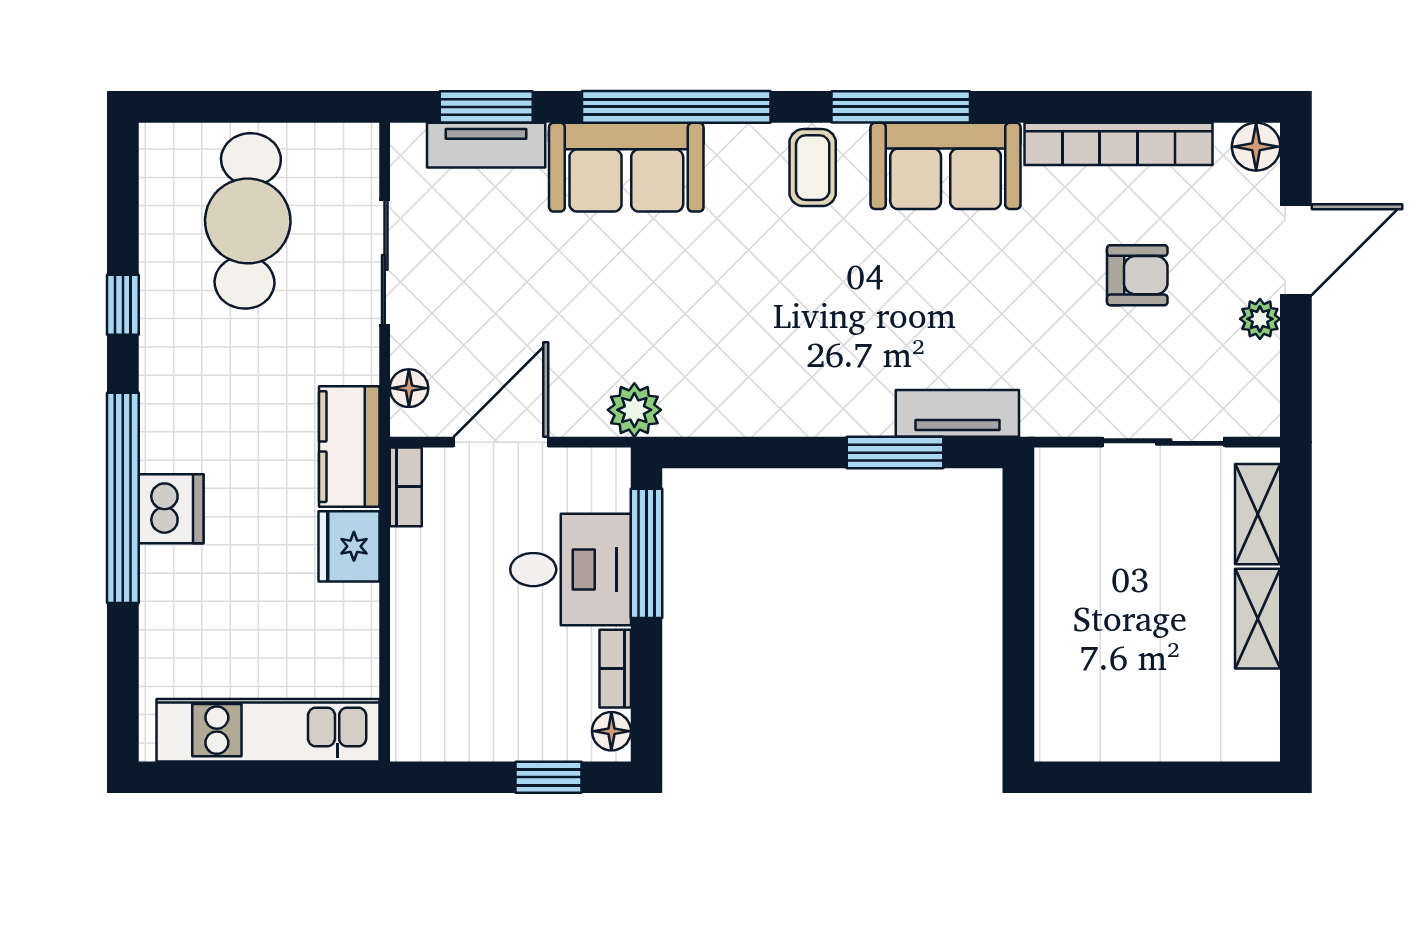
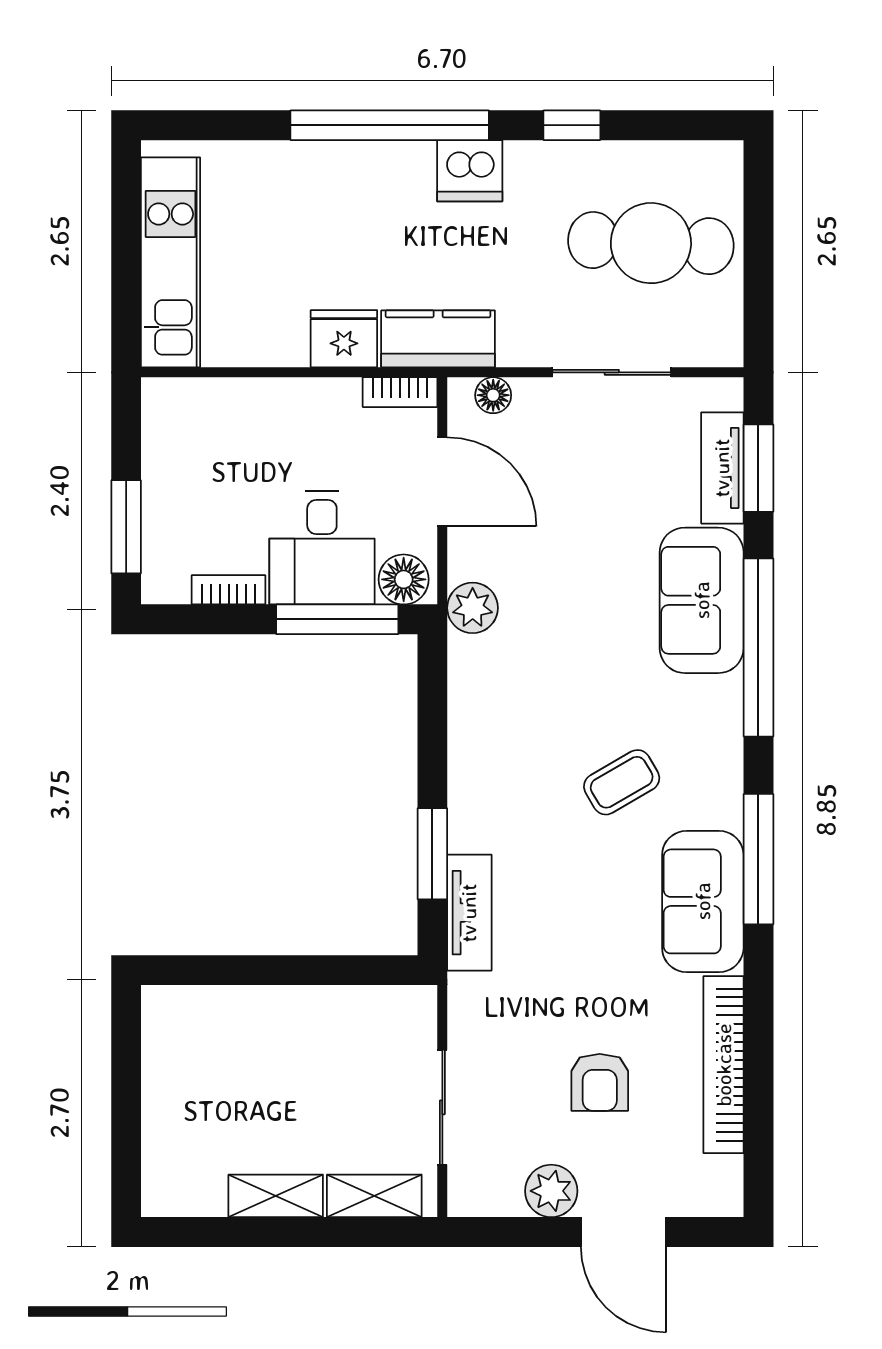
floor lamp: (1256, 147) -> (721, 1194), removed
coffee table: (813, 168) -> (622, 782), moved, turned -30
plant: (1260, 319) -> (551, 1191), width x1.38, depth x1.38
dishwasher: (171, 509) -> (470, 171), moved
floor lamp: (611, 731) -> (404, 579), moved, width x1.37, depth x1.37
window: (548, 777) -> (126, 527), width x1.50

